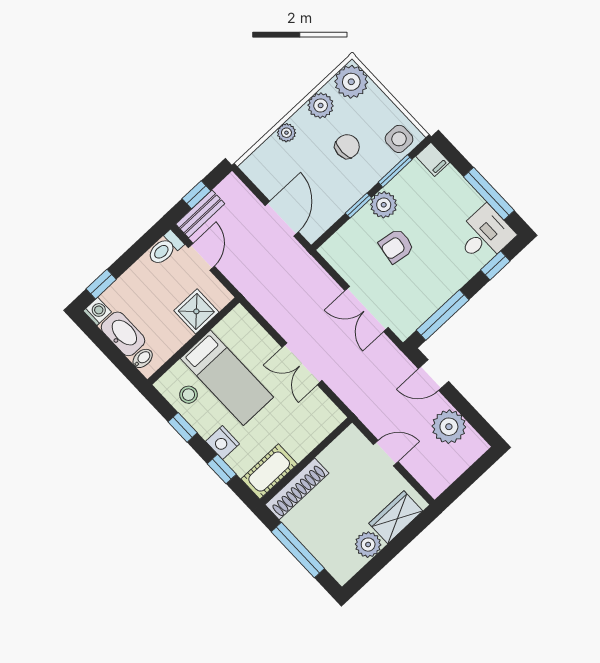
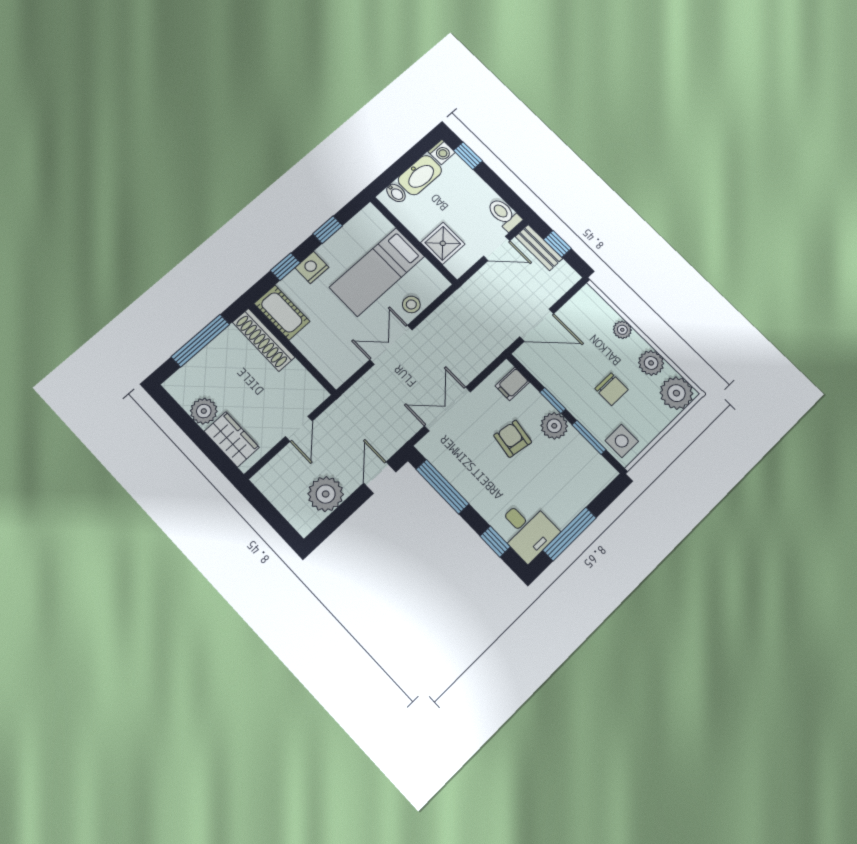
filing cabinet: (433, 159) -> (512, 384), moved
stool: (188, 395) -> (411, 304), moved

